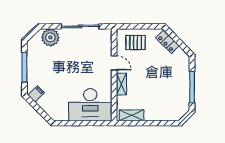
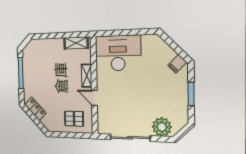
locker: (168, 42) -> (35, 109), moved
window: (24, 67) -> (191, 94), width x0.69

